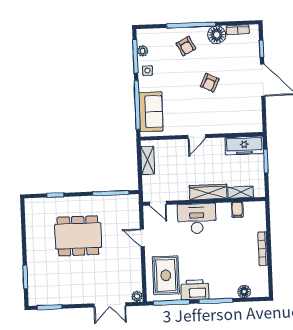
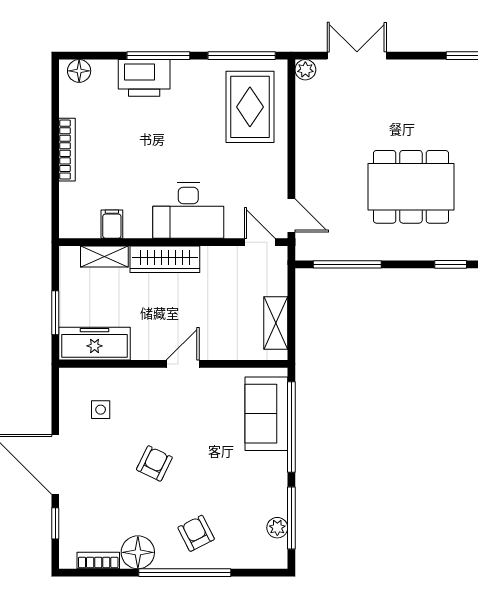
side table: (148, 71) -> (101, 410), moved
door: (142, 238) -> (291, 216), moved
printer: (195, 290) -> (144, 78), moved
floor lamp: (244, 292) -> (79, 71), moved

